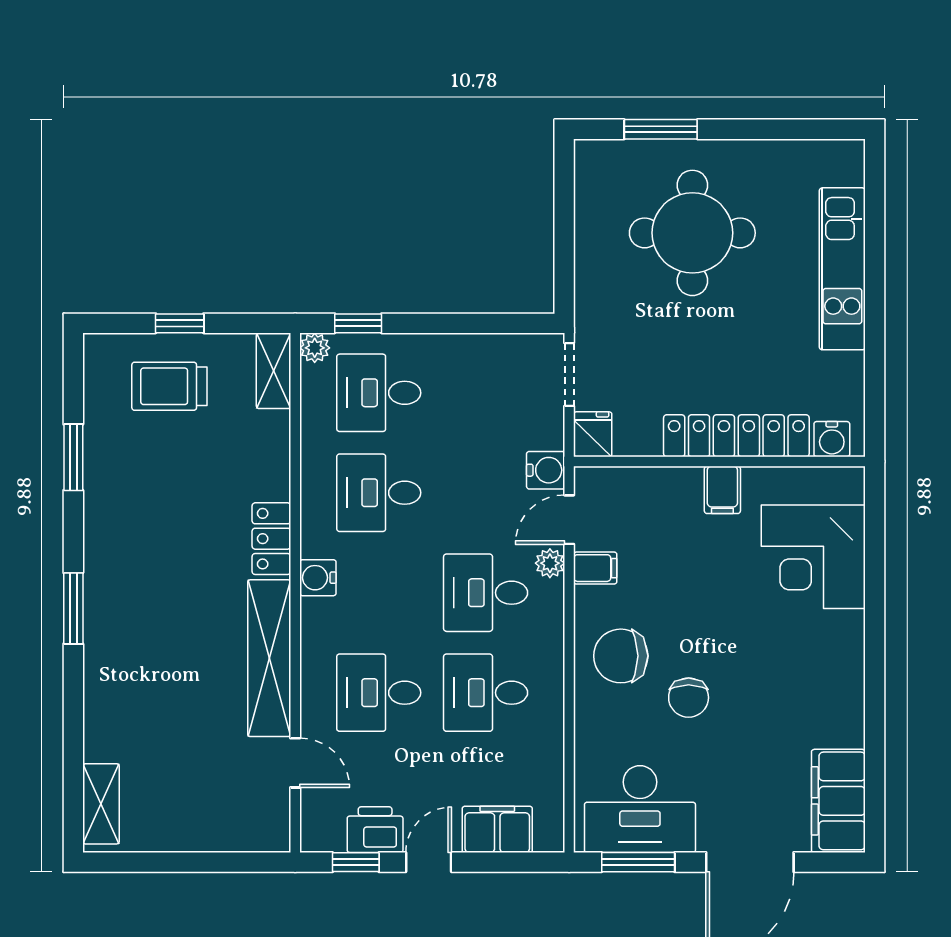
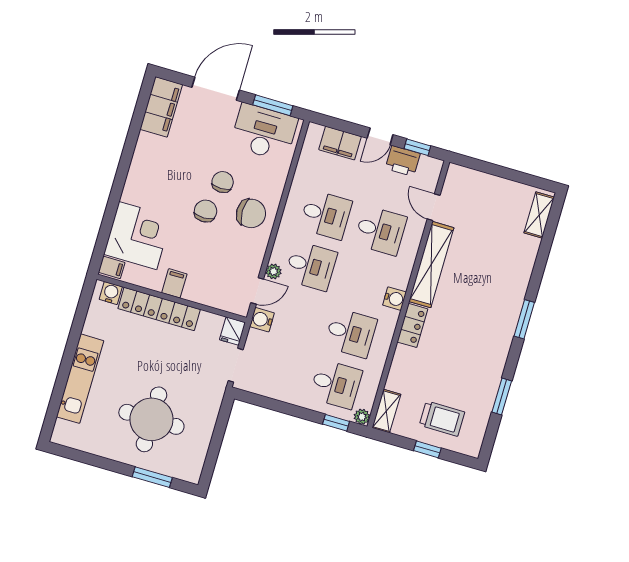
filing cabinet: (595, 568) -> (112, 267), moved, turned 180
chair: (704, 636) -> (206, 211), added

